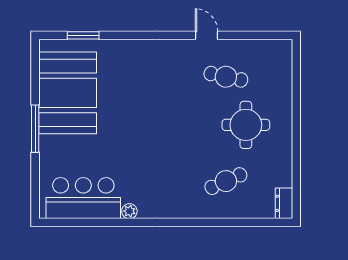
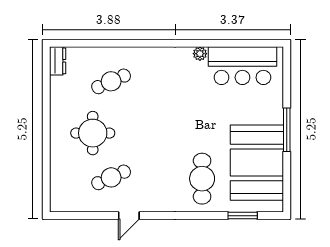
door: (207, 35) -> (129, 216), hinge flipped
cafe table: (127, 75) -> (202, 179), added
cafe table: (226, 77) -> (111, 177), turned -36

